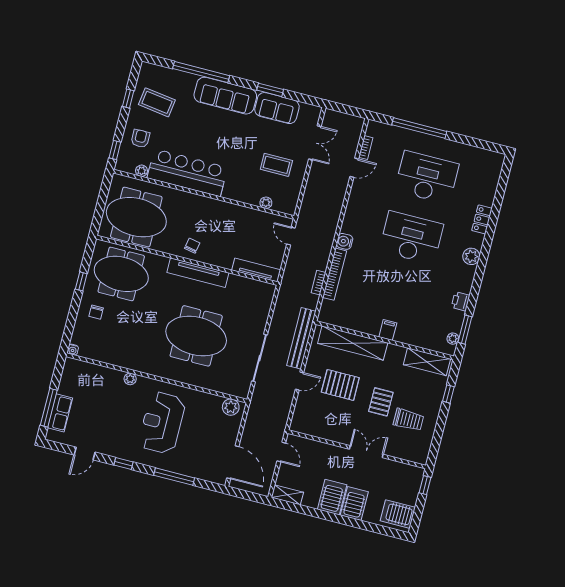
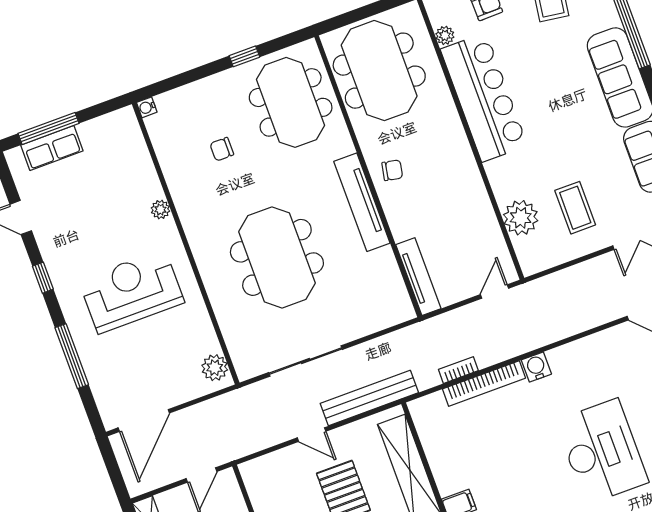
plant: (266, 203) -> (521, 218), width x1.87, depth x1.87
chair: (96, 312) -> (222, 149), moved

